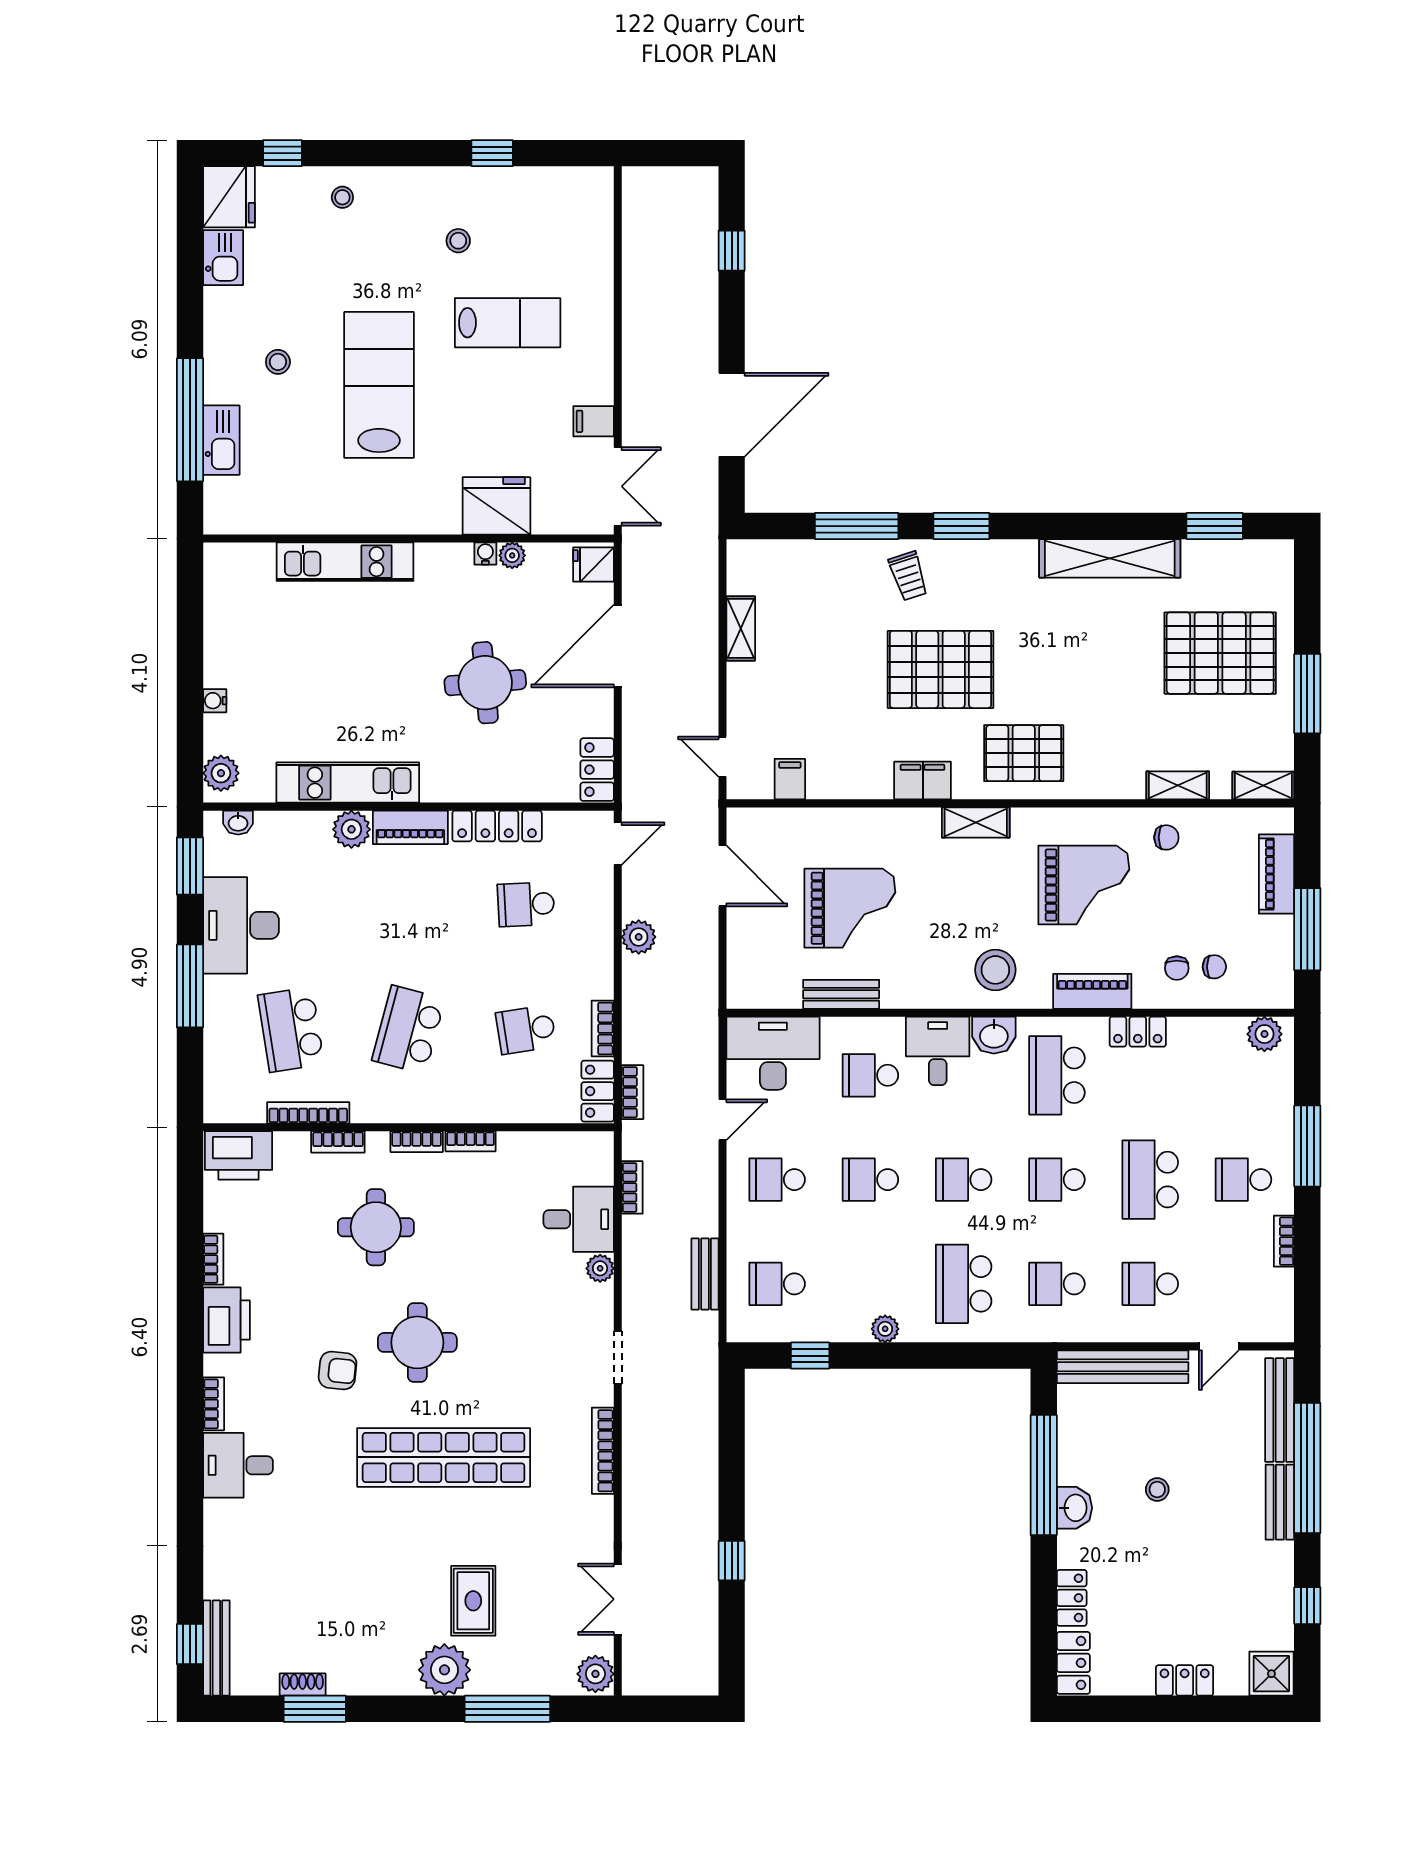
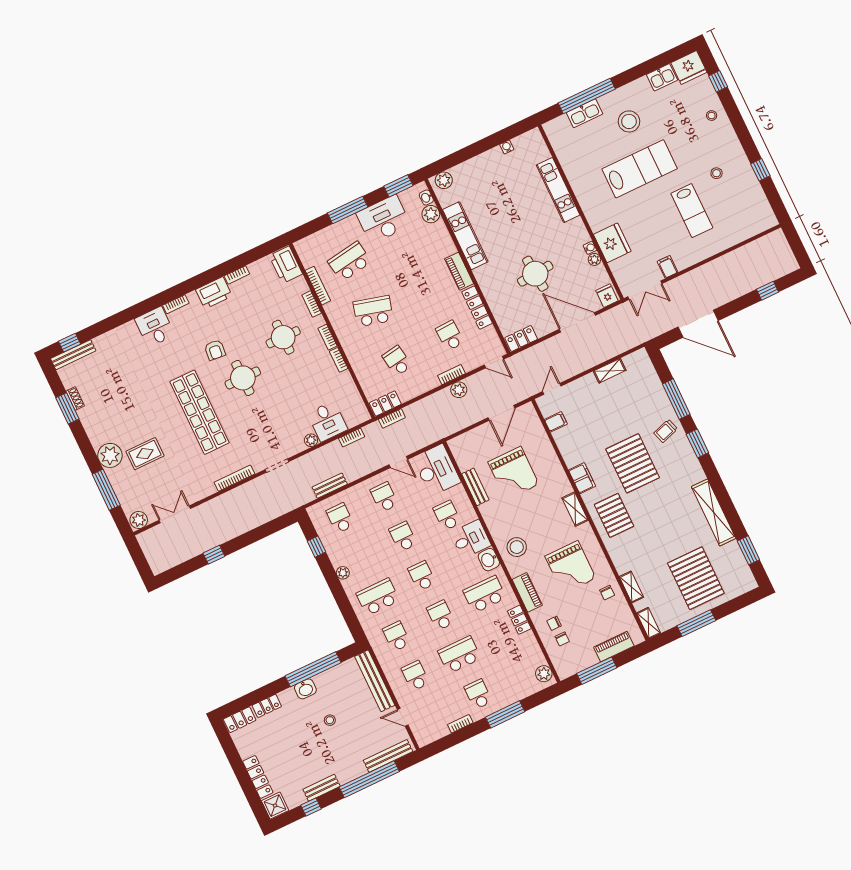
stool: (278, 362) -> (629, 121), width x1.89, depth x1.89
water cooler: (215, 701) -> (507, 147), moved
plant: (351, 829) -> (431, 214), moved
bookcase: (603, 1028) -> (451, 375), moved
bench: (1280, 1502) -> (322, 788), moved
locker: (1185, 1680) -> (258, 777), width x1.53

